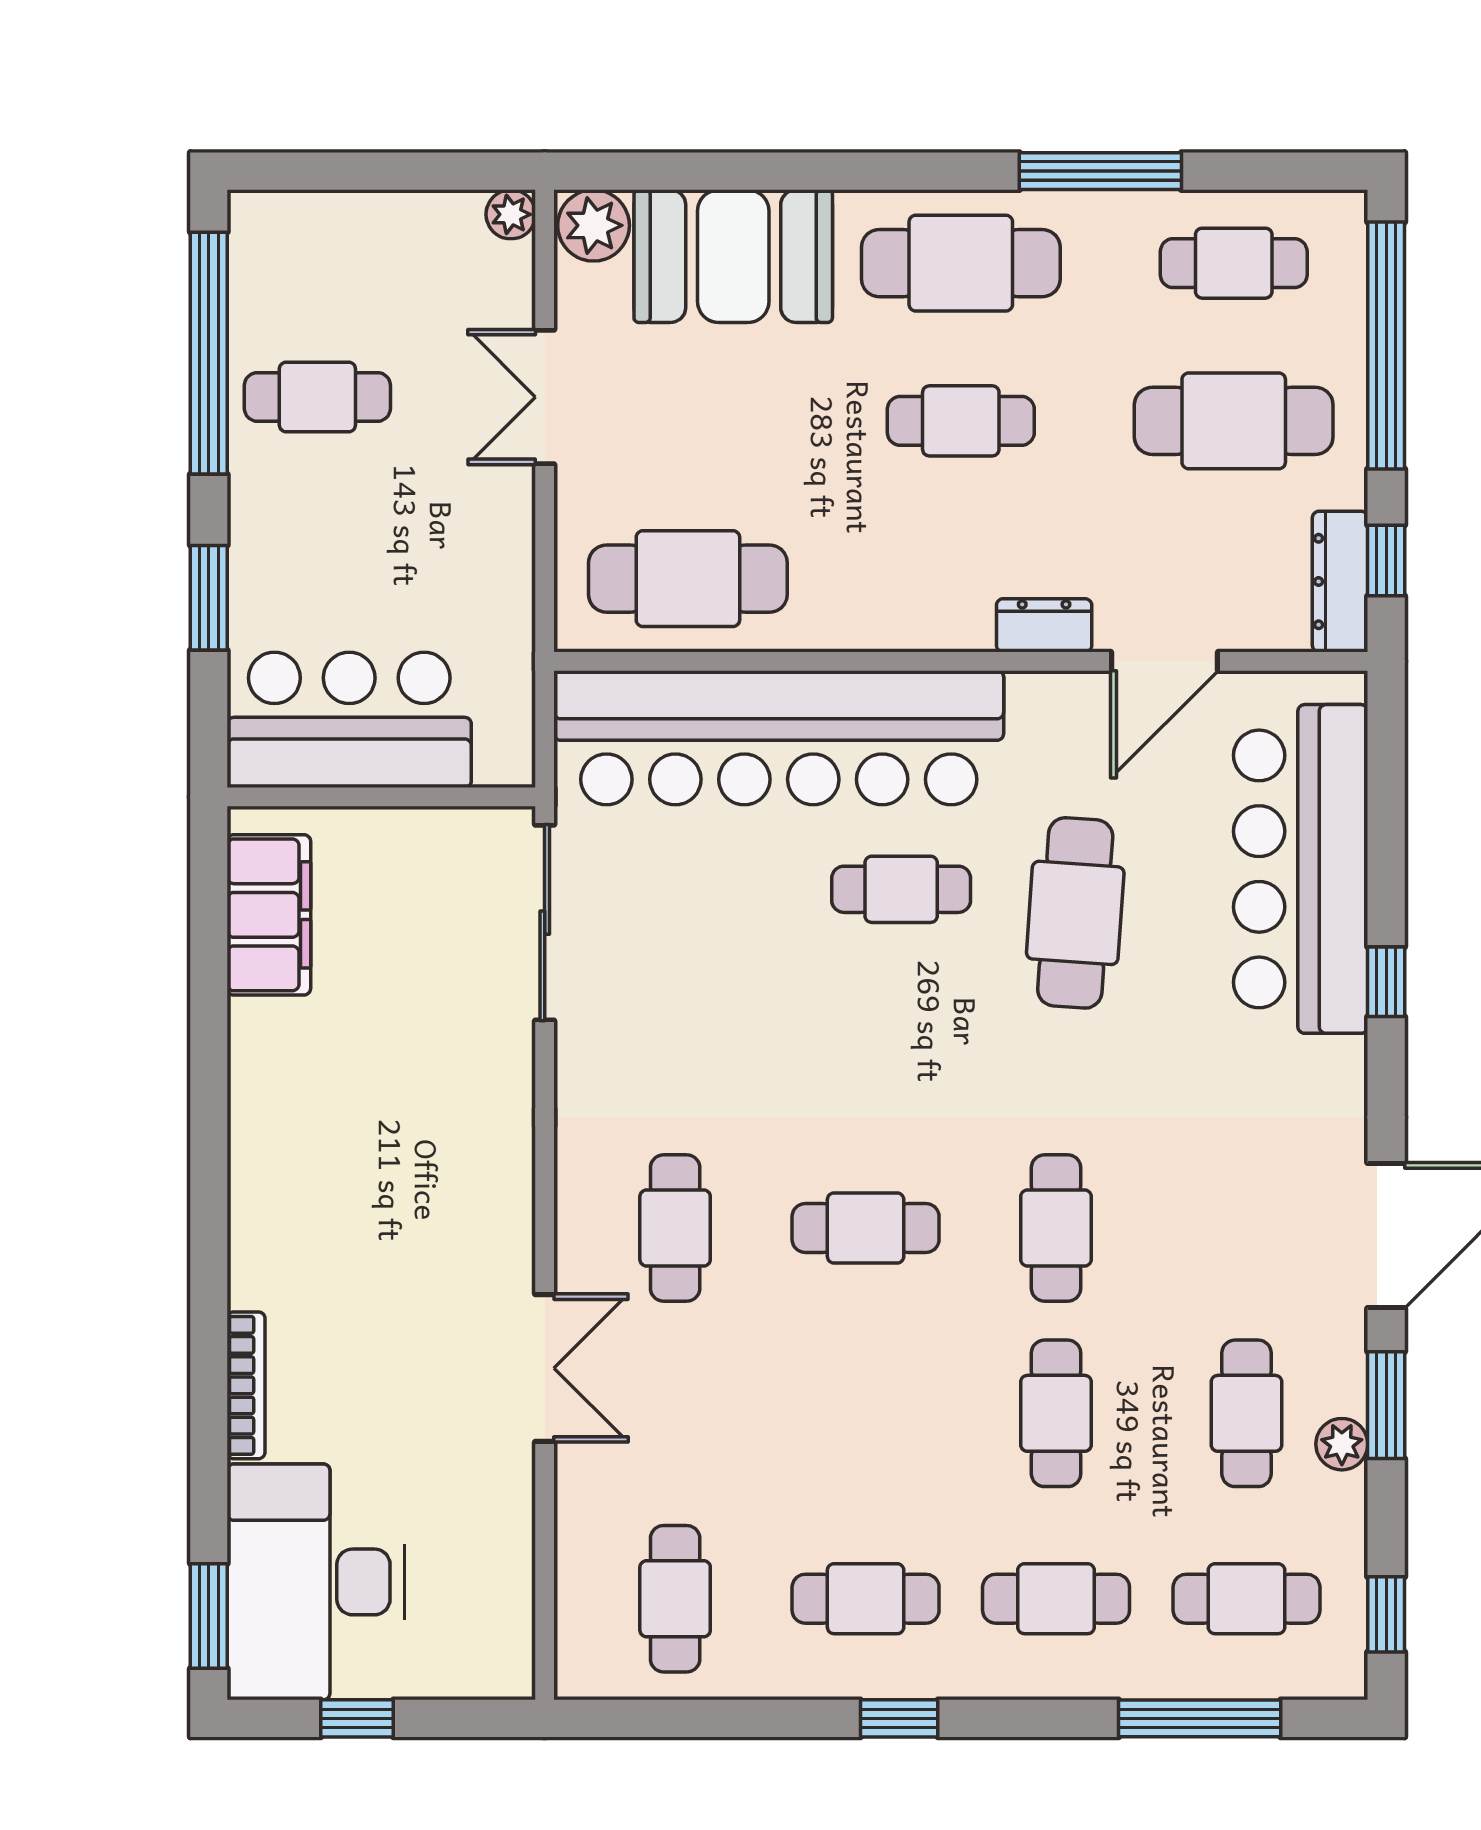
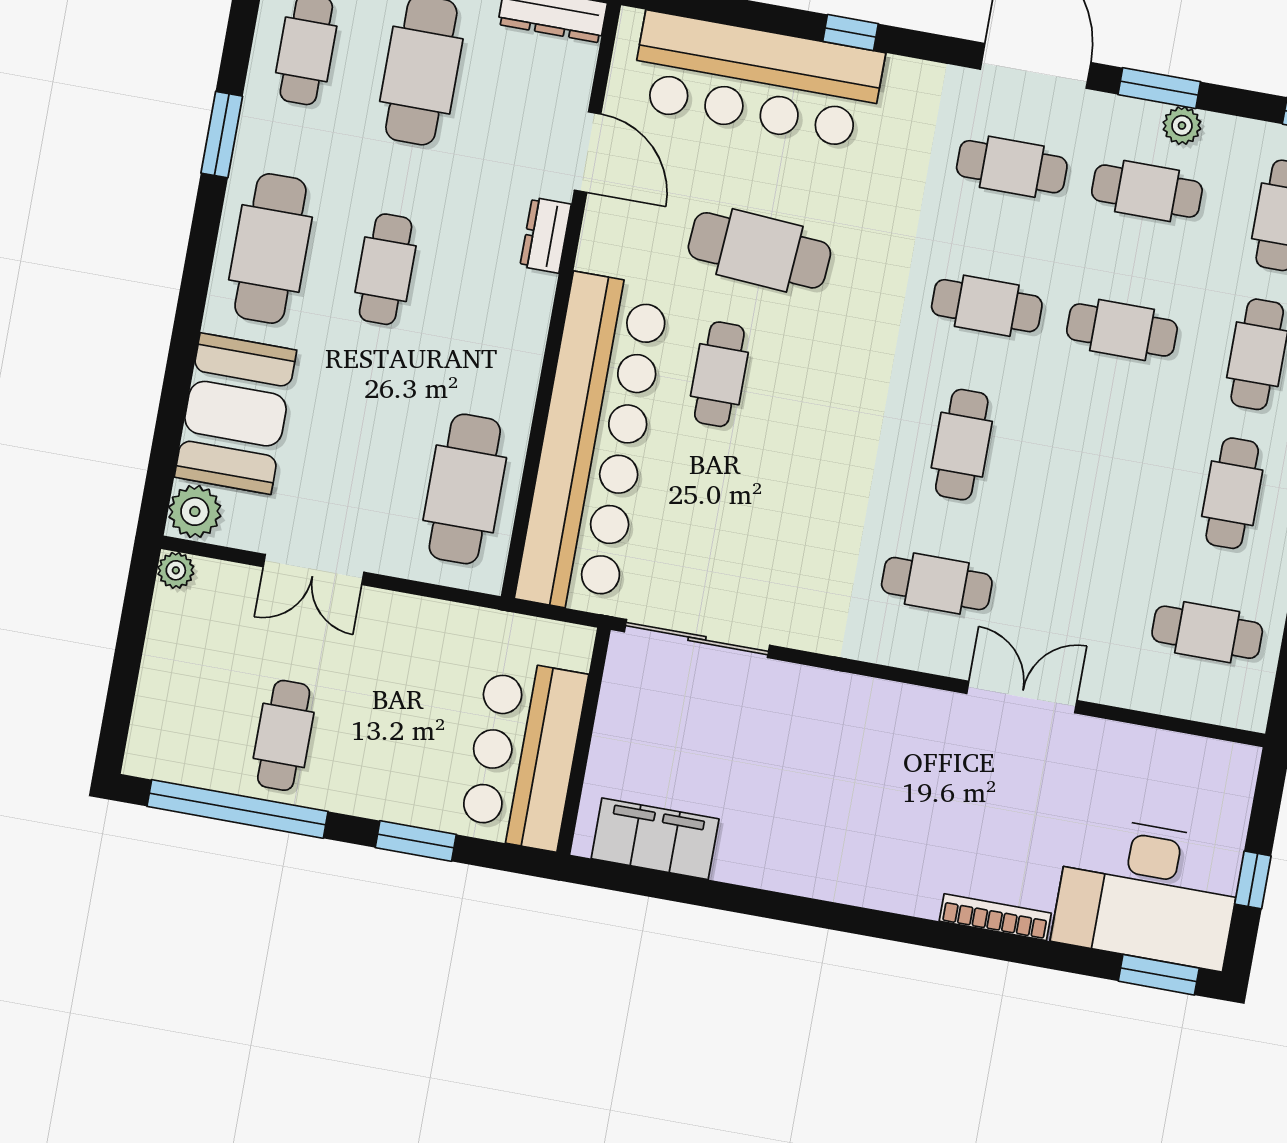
window: (1100, 171) -> (222, 135), width x0.69
cafe table: (1247, 1228) -> (1012, 167), added

